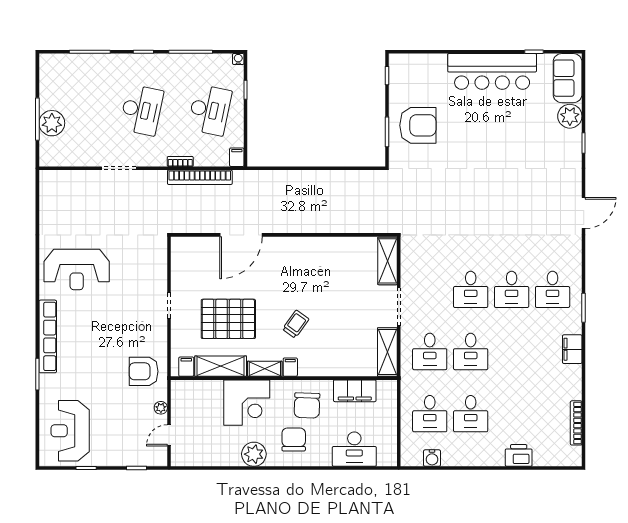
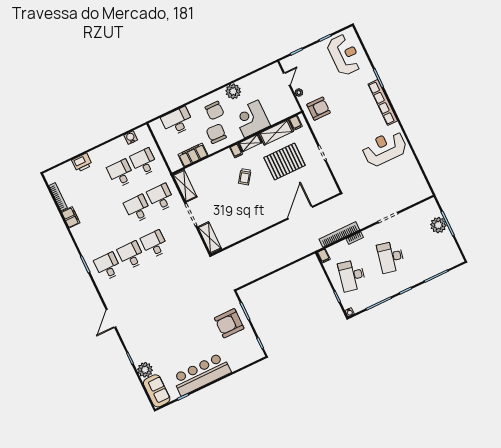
filing cabinet: (572, 349) -> (71, 217), moved

